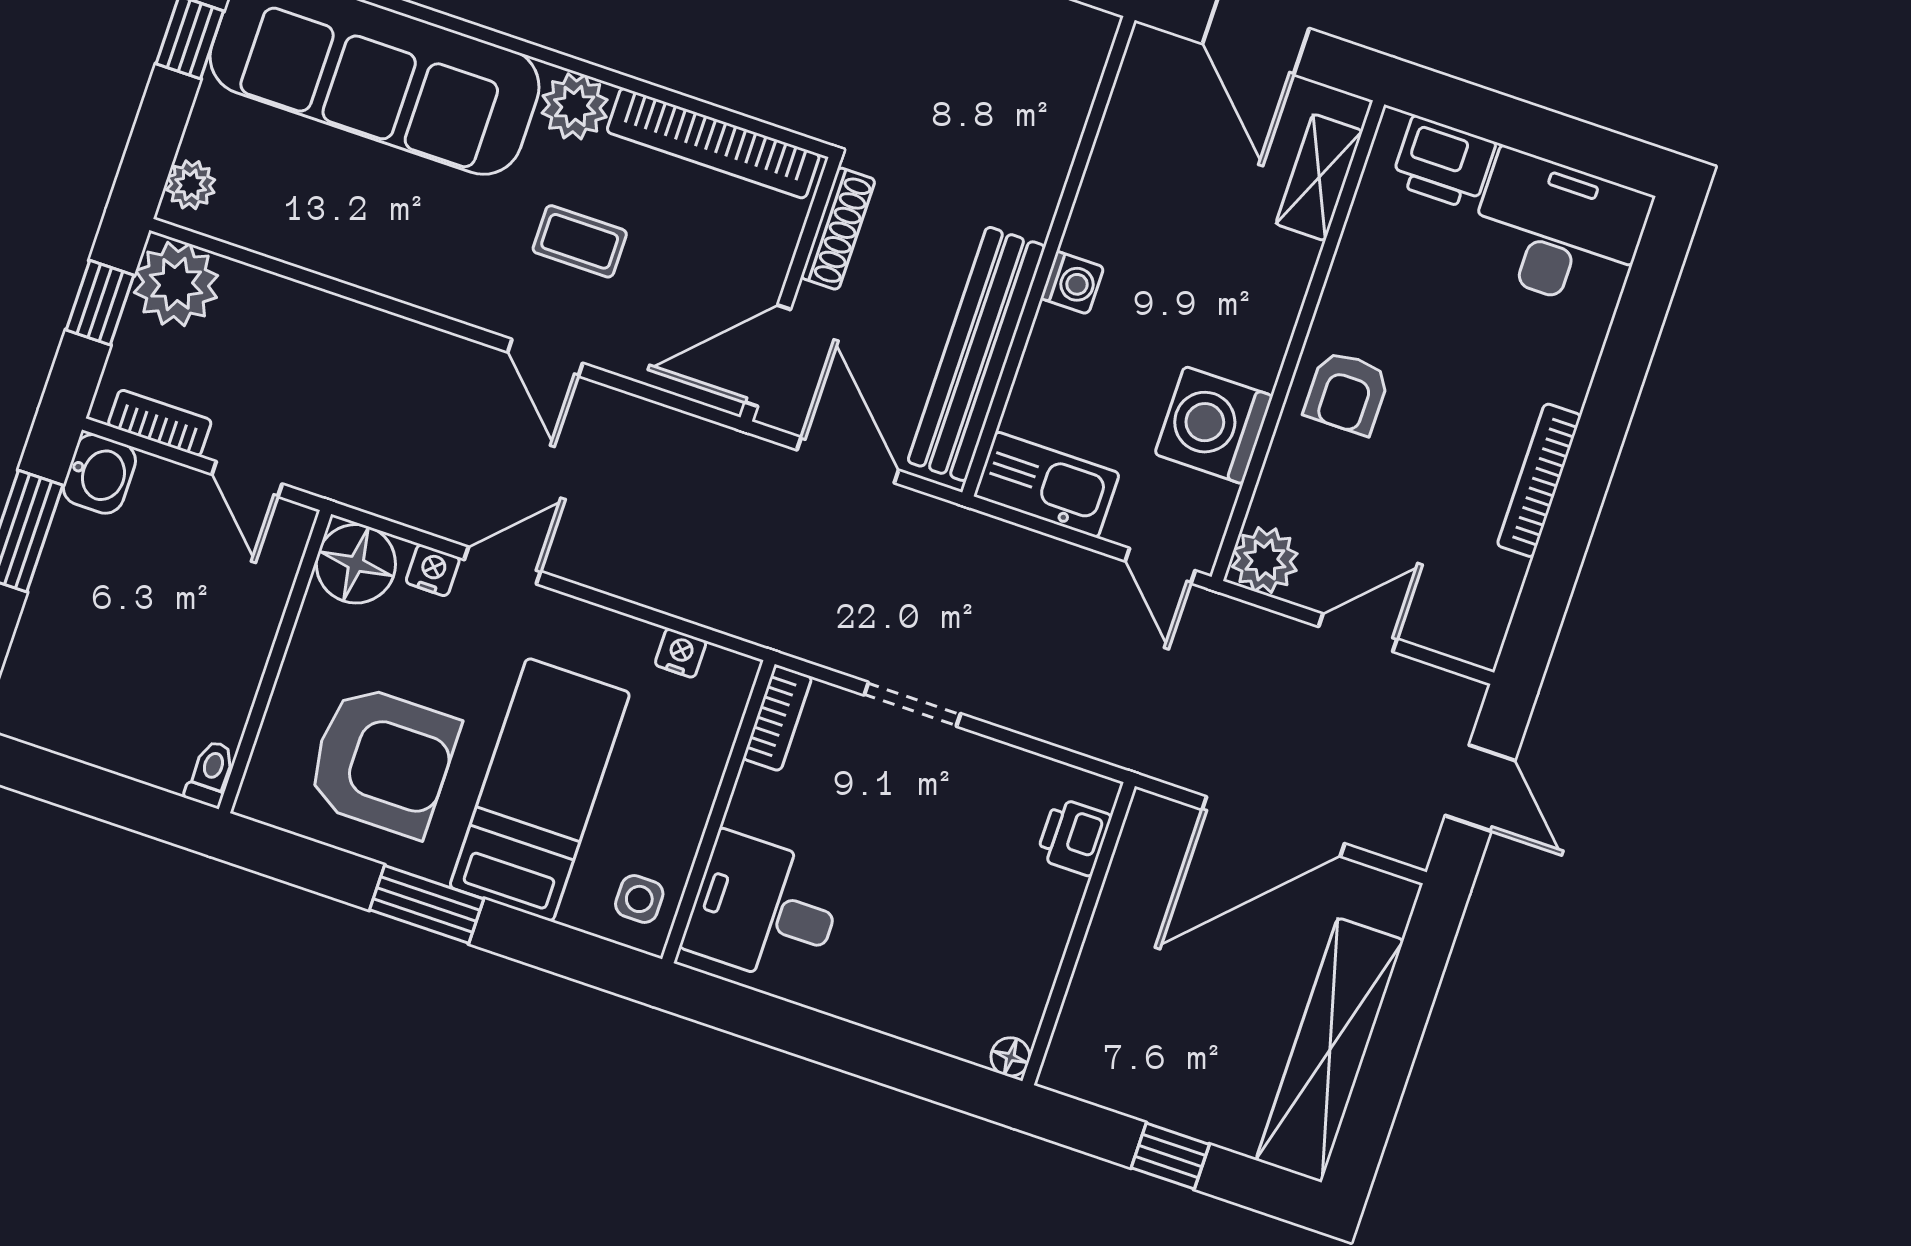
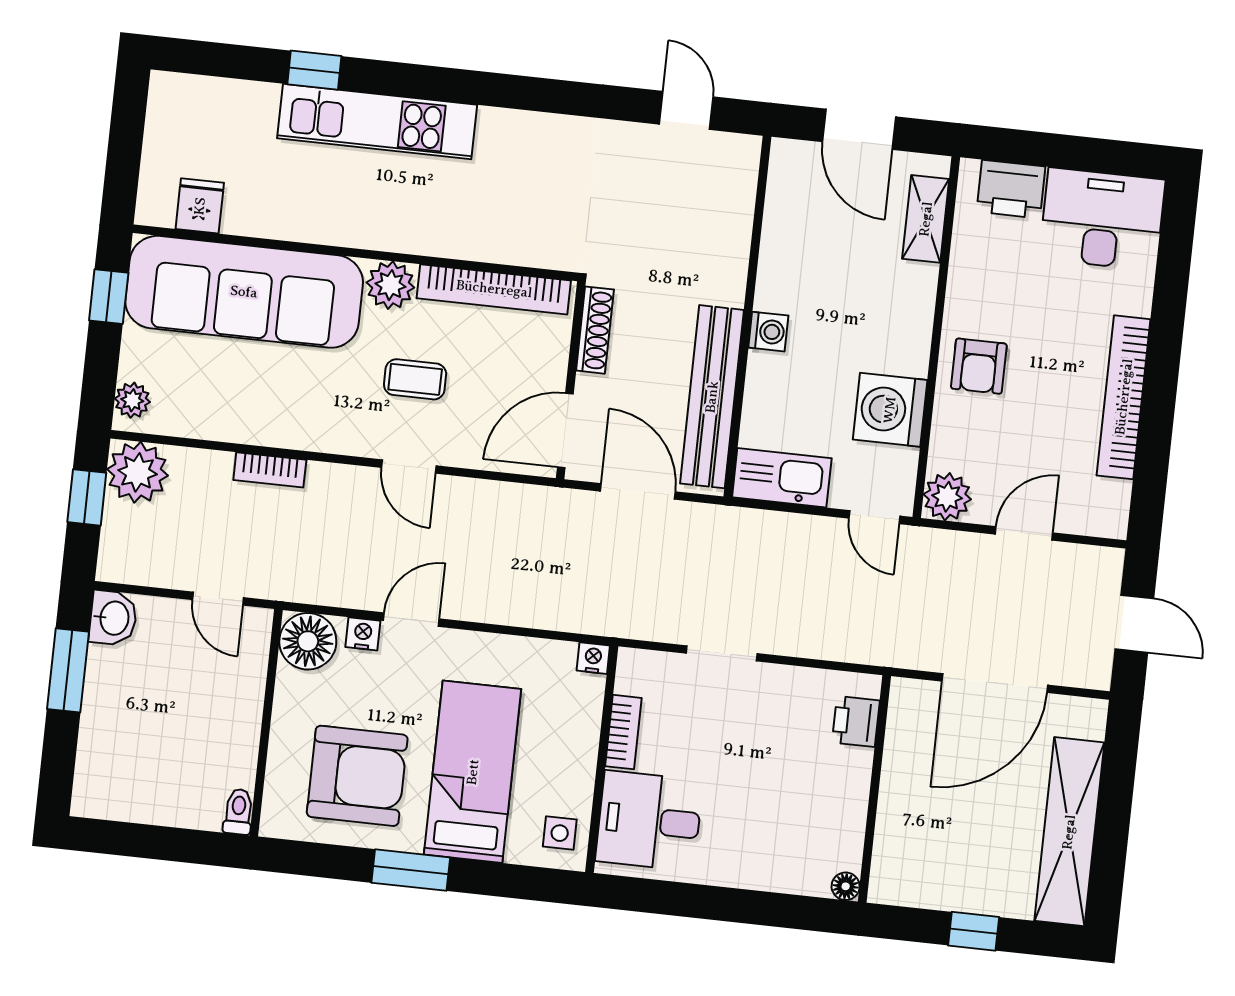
bookcase: (160, 423) -> (270, 470), moved, turned 180
bookcase: (1539, 480) -> (1124, 397), width x1.48, depth x1.31
nightstand: (681, 653) -> (593, 658), moved
bookcase: (777, 718) -> (623, 732), moved

